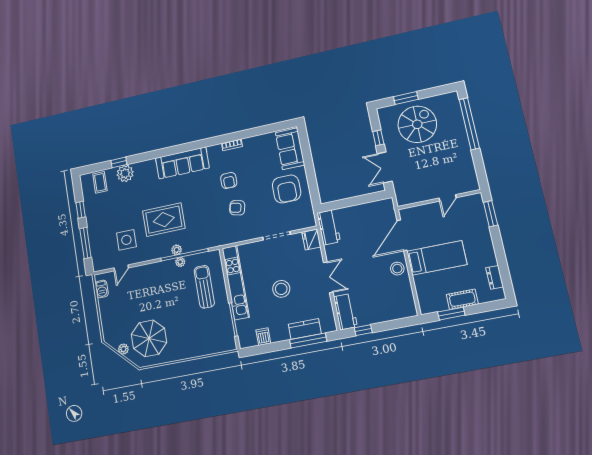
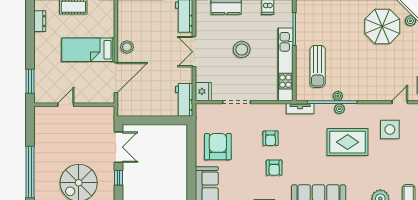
armchair: (229, 180) -> (274, 168), turned 180
armchair: (237, 208) -> (271, 138), turned 76
tv unit: (214, 242) -> (300, 109), added

